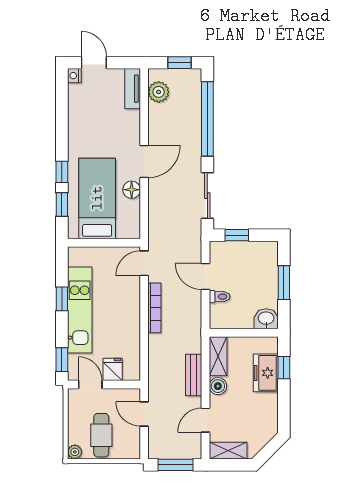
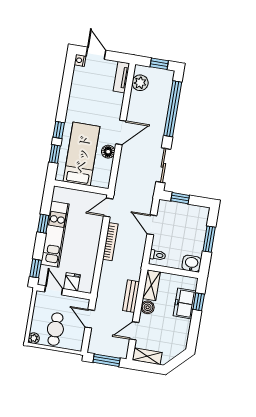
toilet: (220, 297) -> (158, 255), moved

